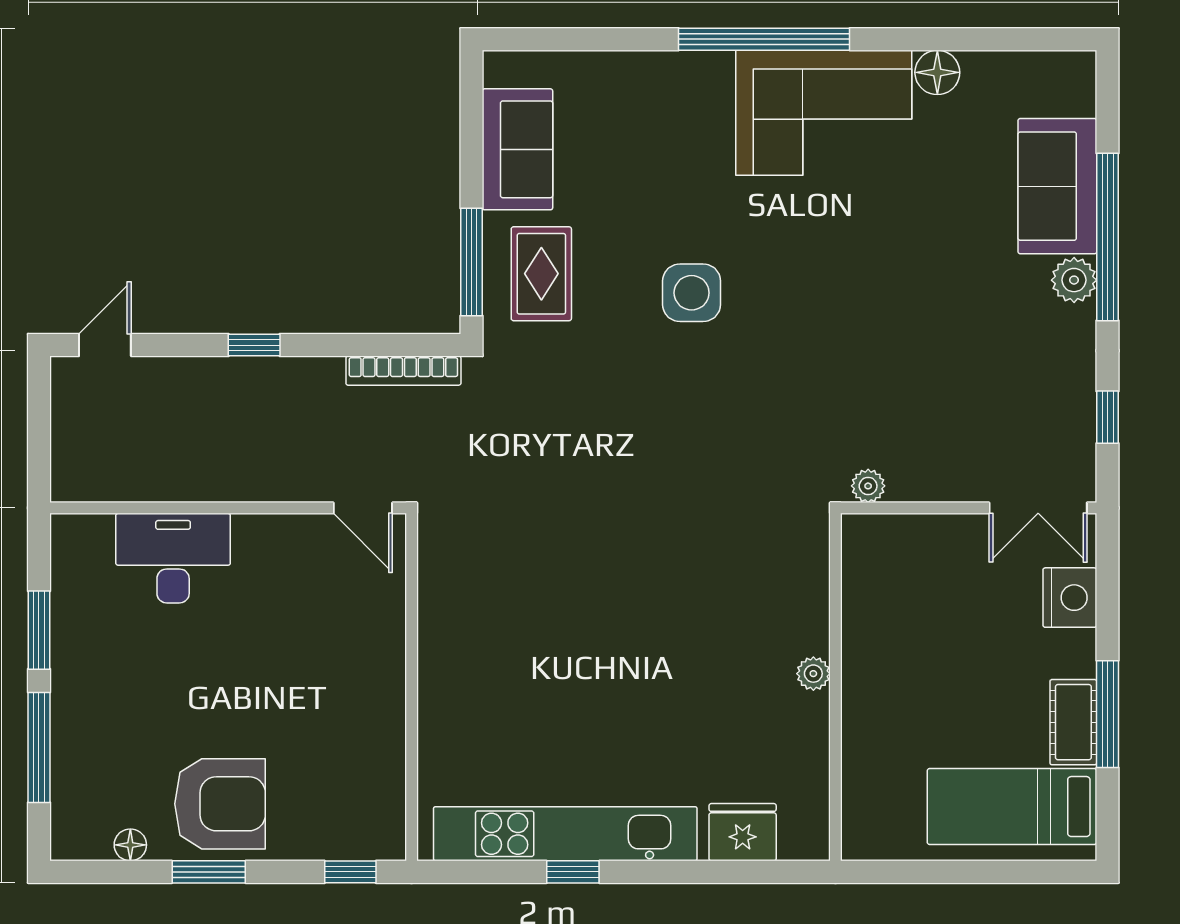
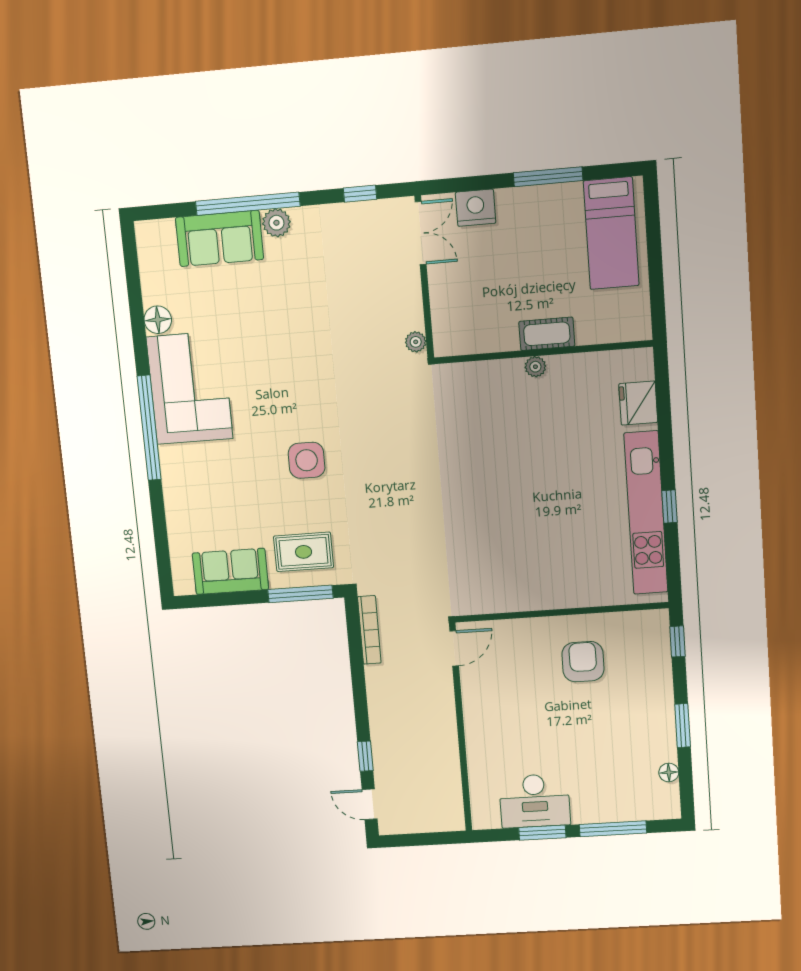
window: (254, 345) -> (365, 756), moved
desk: (173, 558) -> (535, 801), moved, turned -90
cot: (1073, 722) -> (547, 334), moved
armchair: (220, 804) -> (583, 662), moved, width x0.73, depth x0.73

